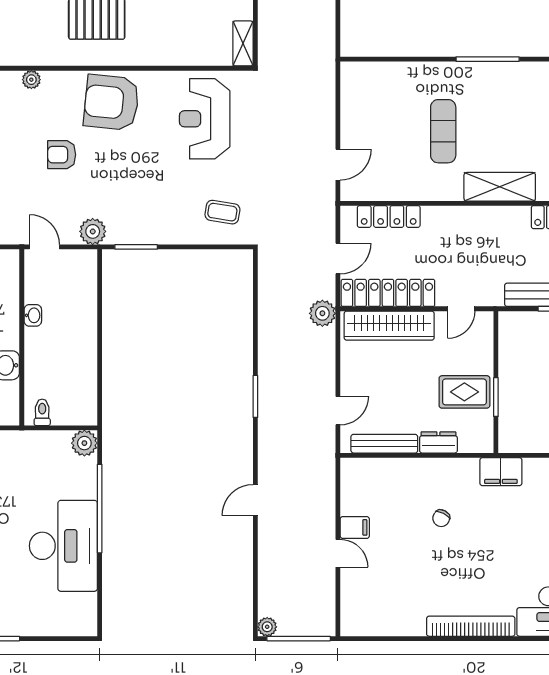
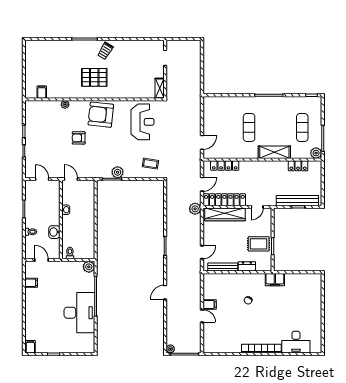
reception desk: (205, 119) -> (143, 122), turned 180
plant: (93, 231) -> (118, 172), moved

